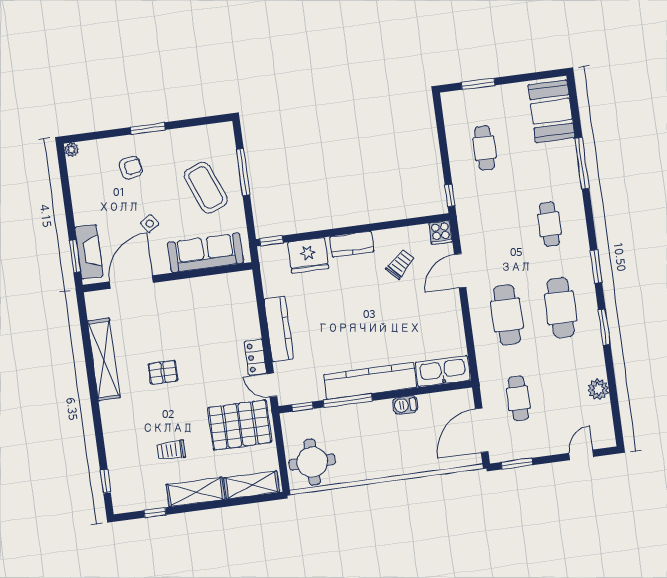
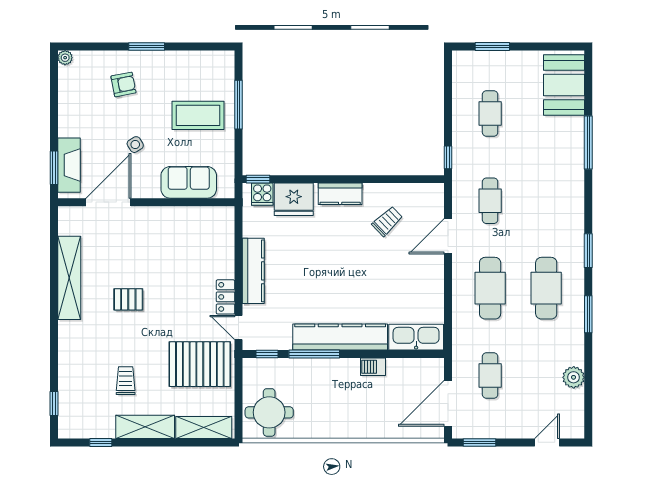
coffee table: (206, 188) -> (198, 115), turned -68
cafe table: (549, 224) -> (490, 201), moved
cooker: (441, 233) -> (262, 194), moved
sofa: (206, 253) -> (189, 182), width x0.73
trolley: (171, 450) -> (126, 381), turned 90

